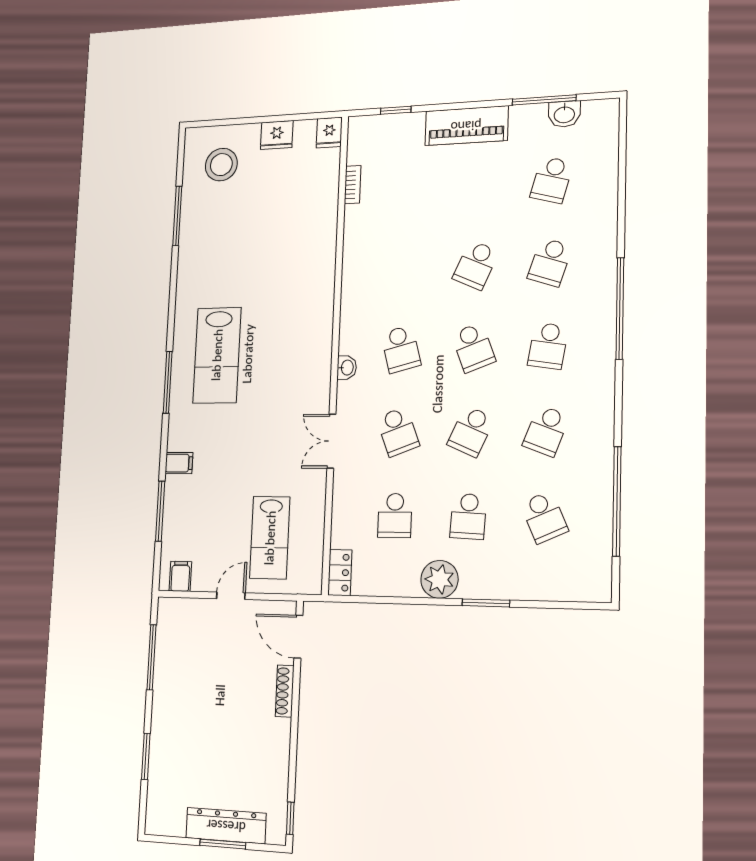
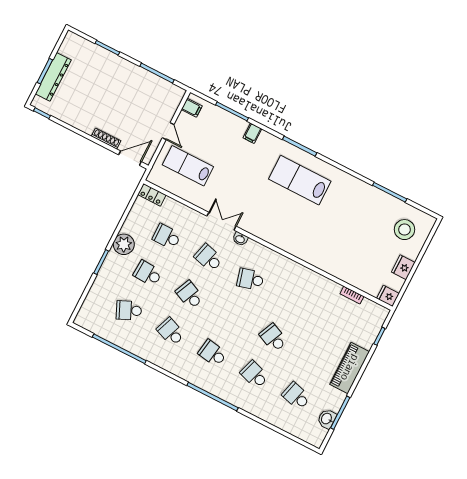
school desk: (473, 347) -> (231, 316), removed
washbasin: (347, 368) -> (240, 239), moved
school desk: (398, 432) -> (209, 258), turned 36

